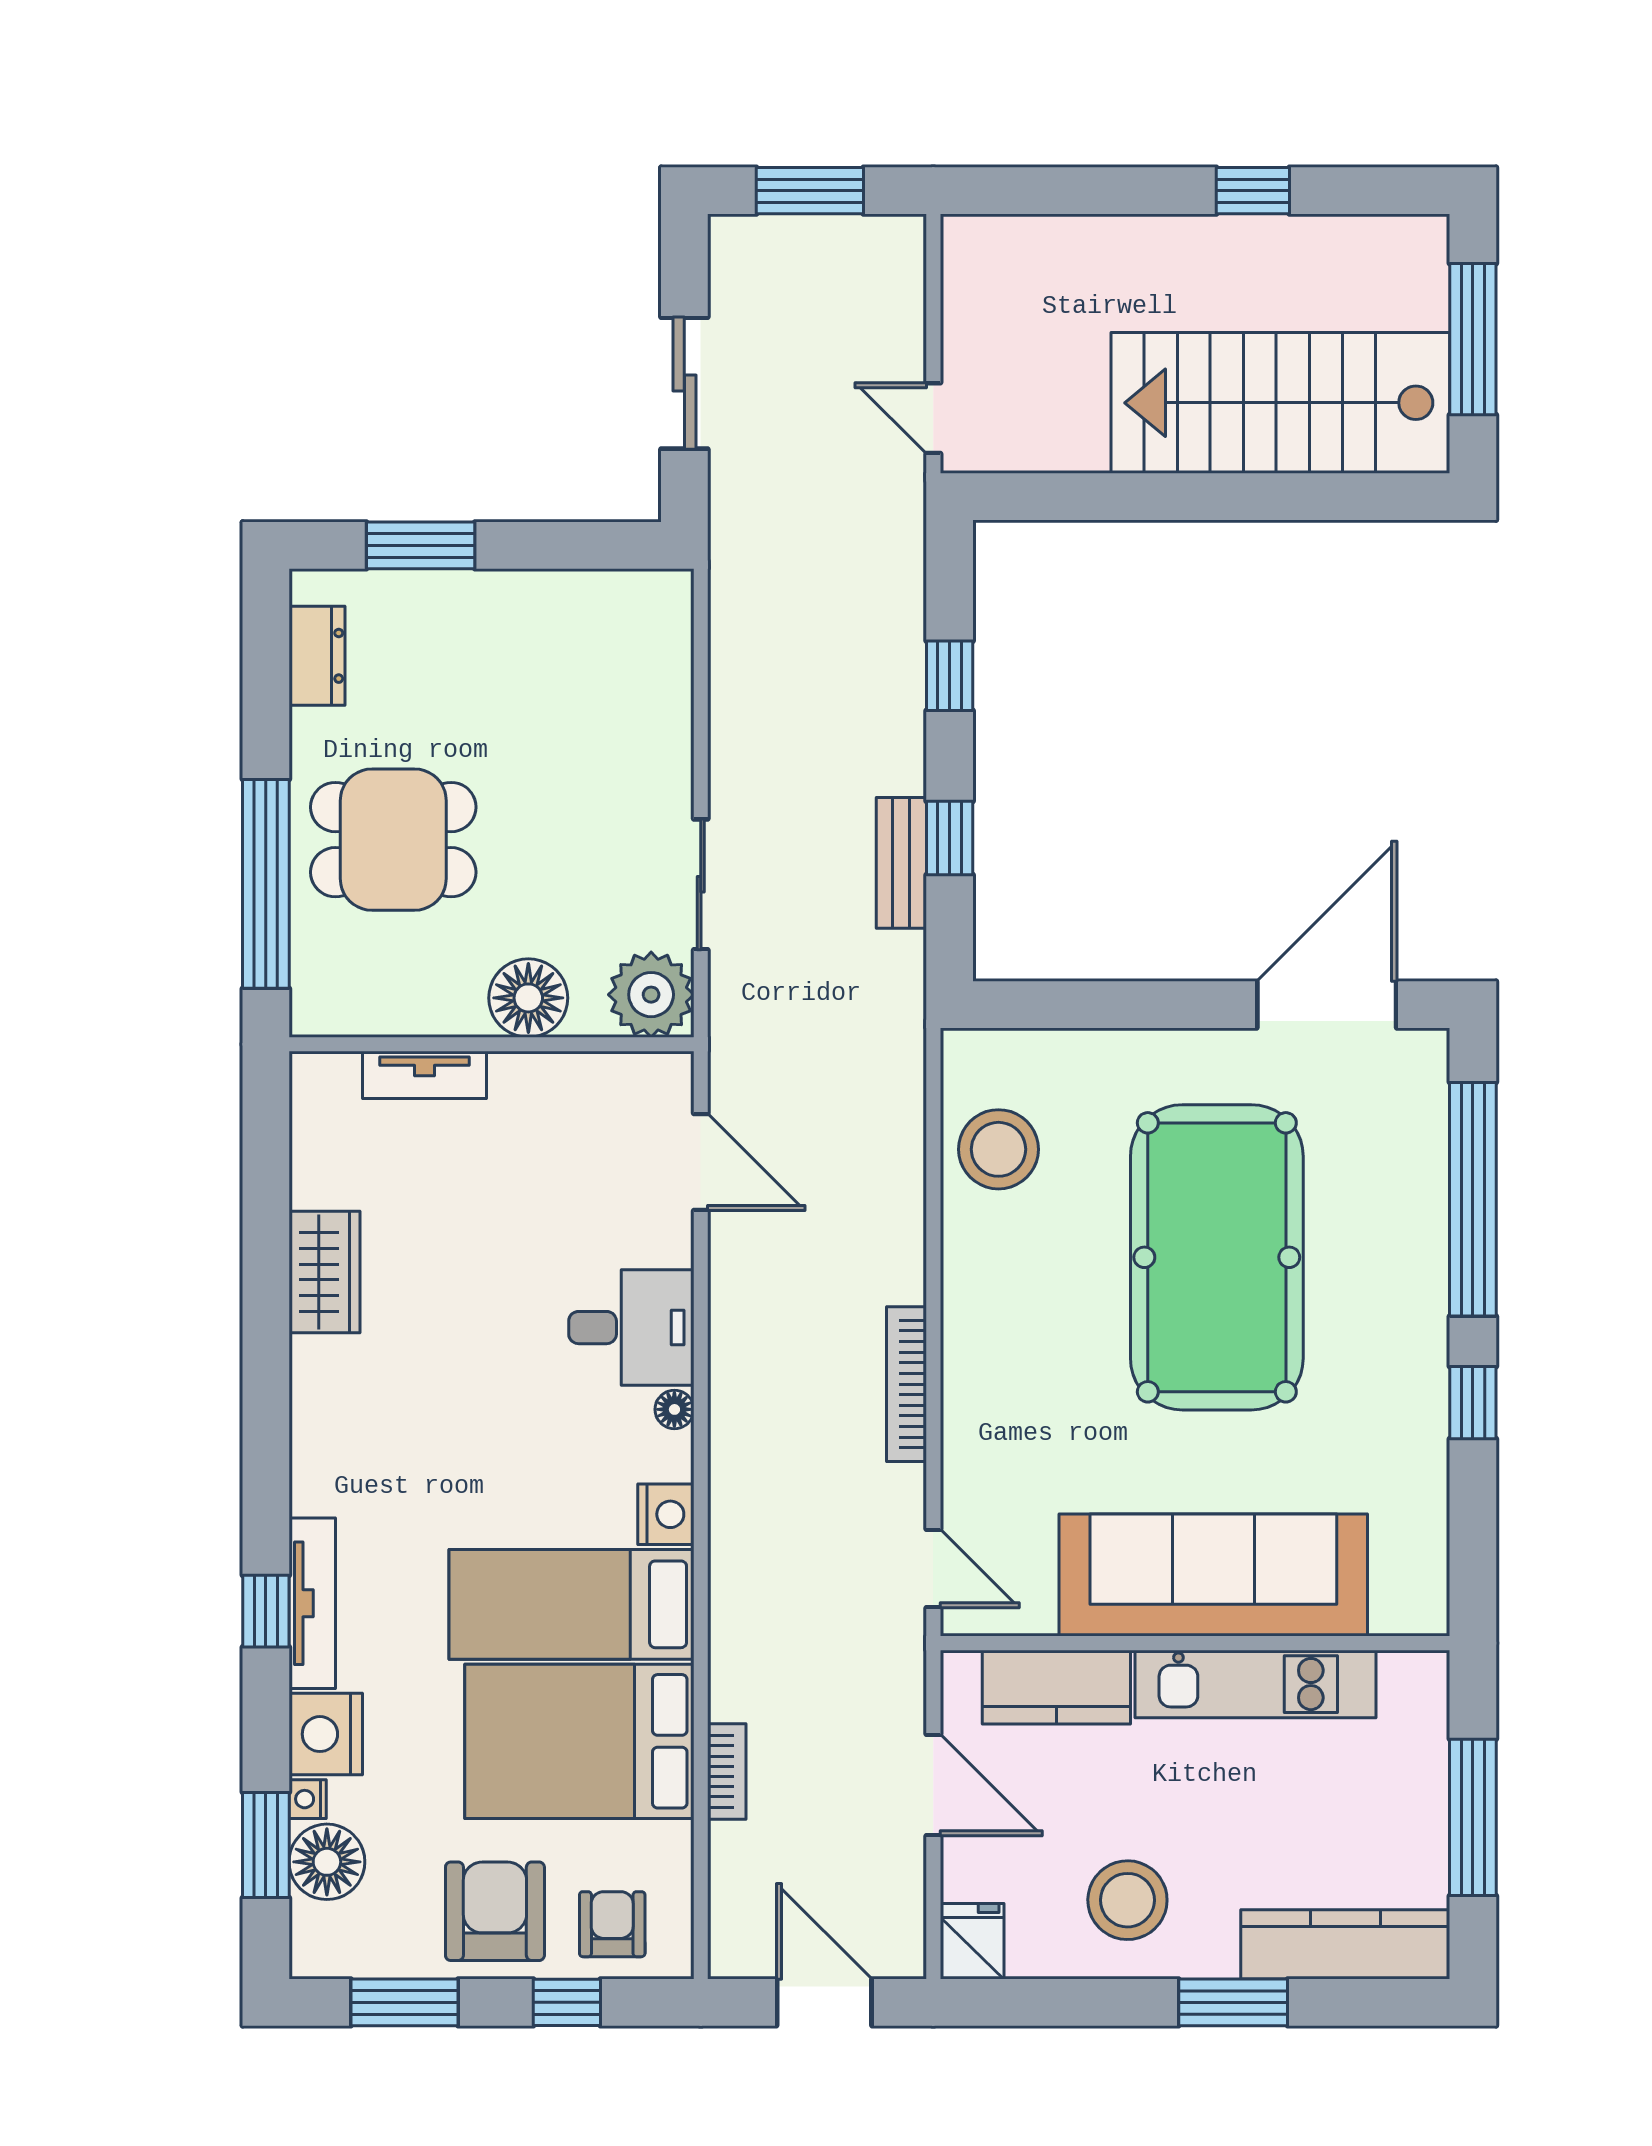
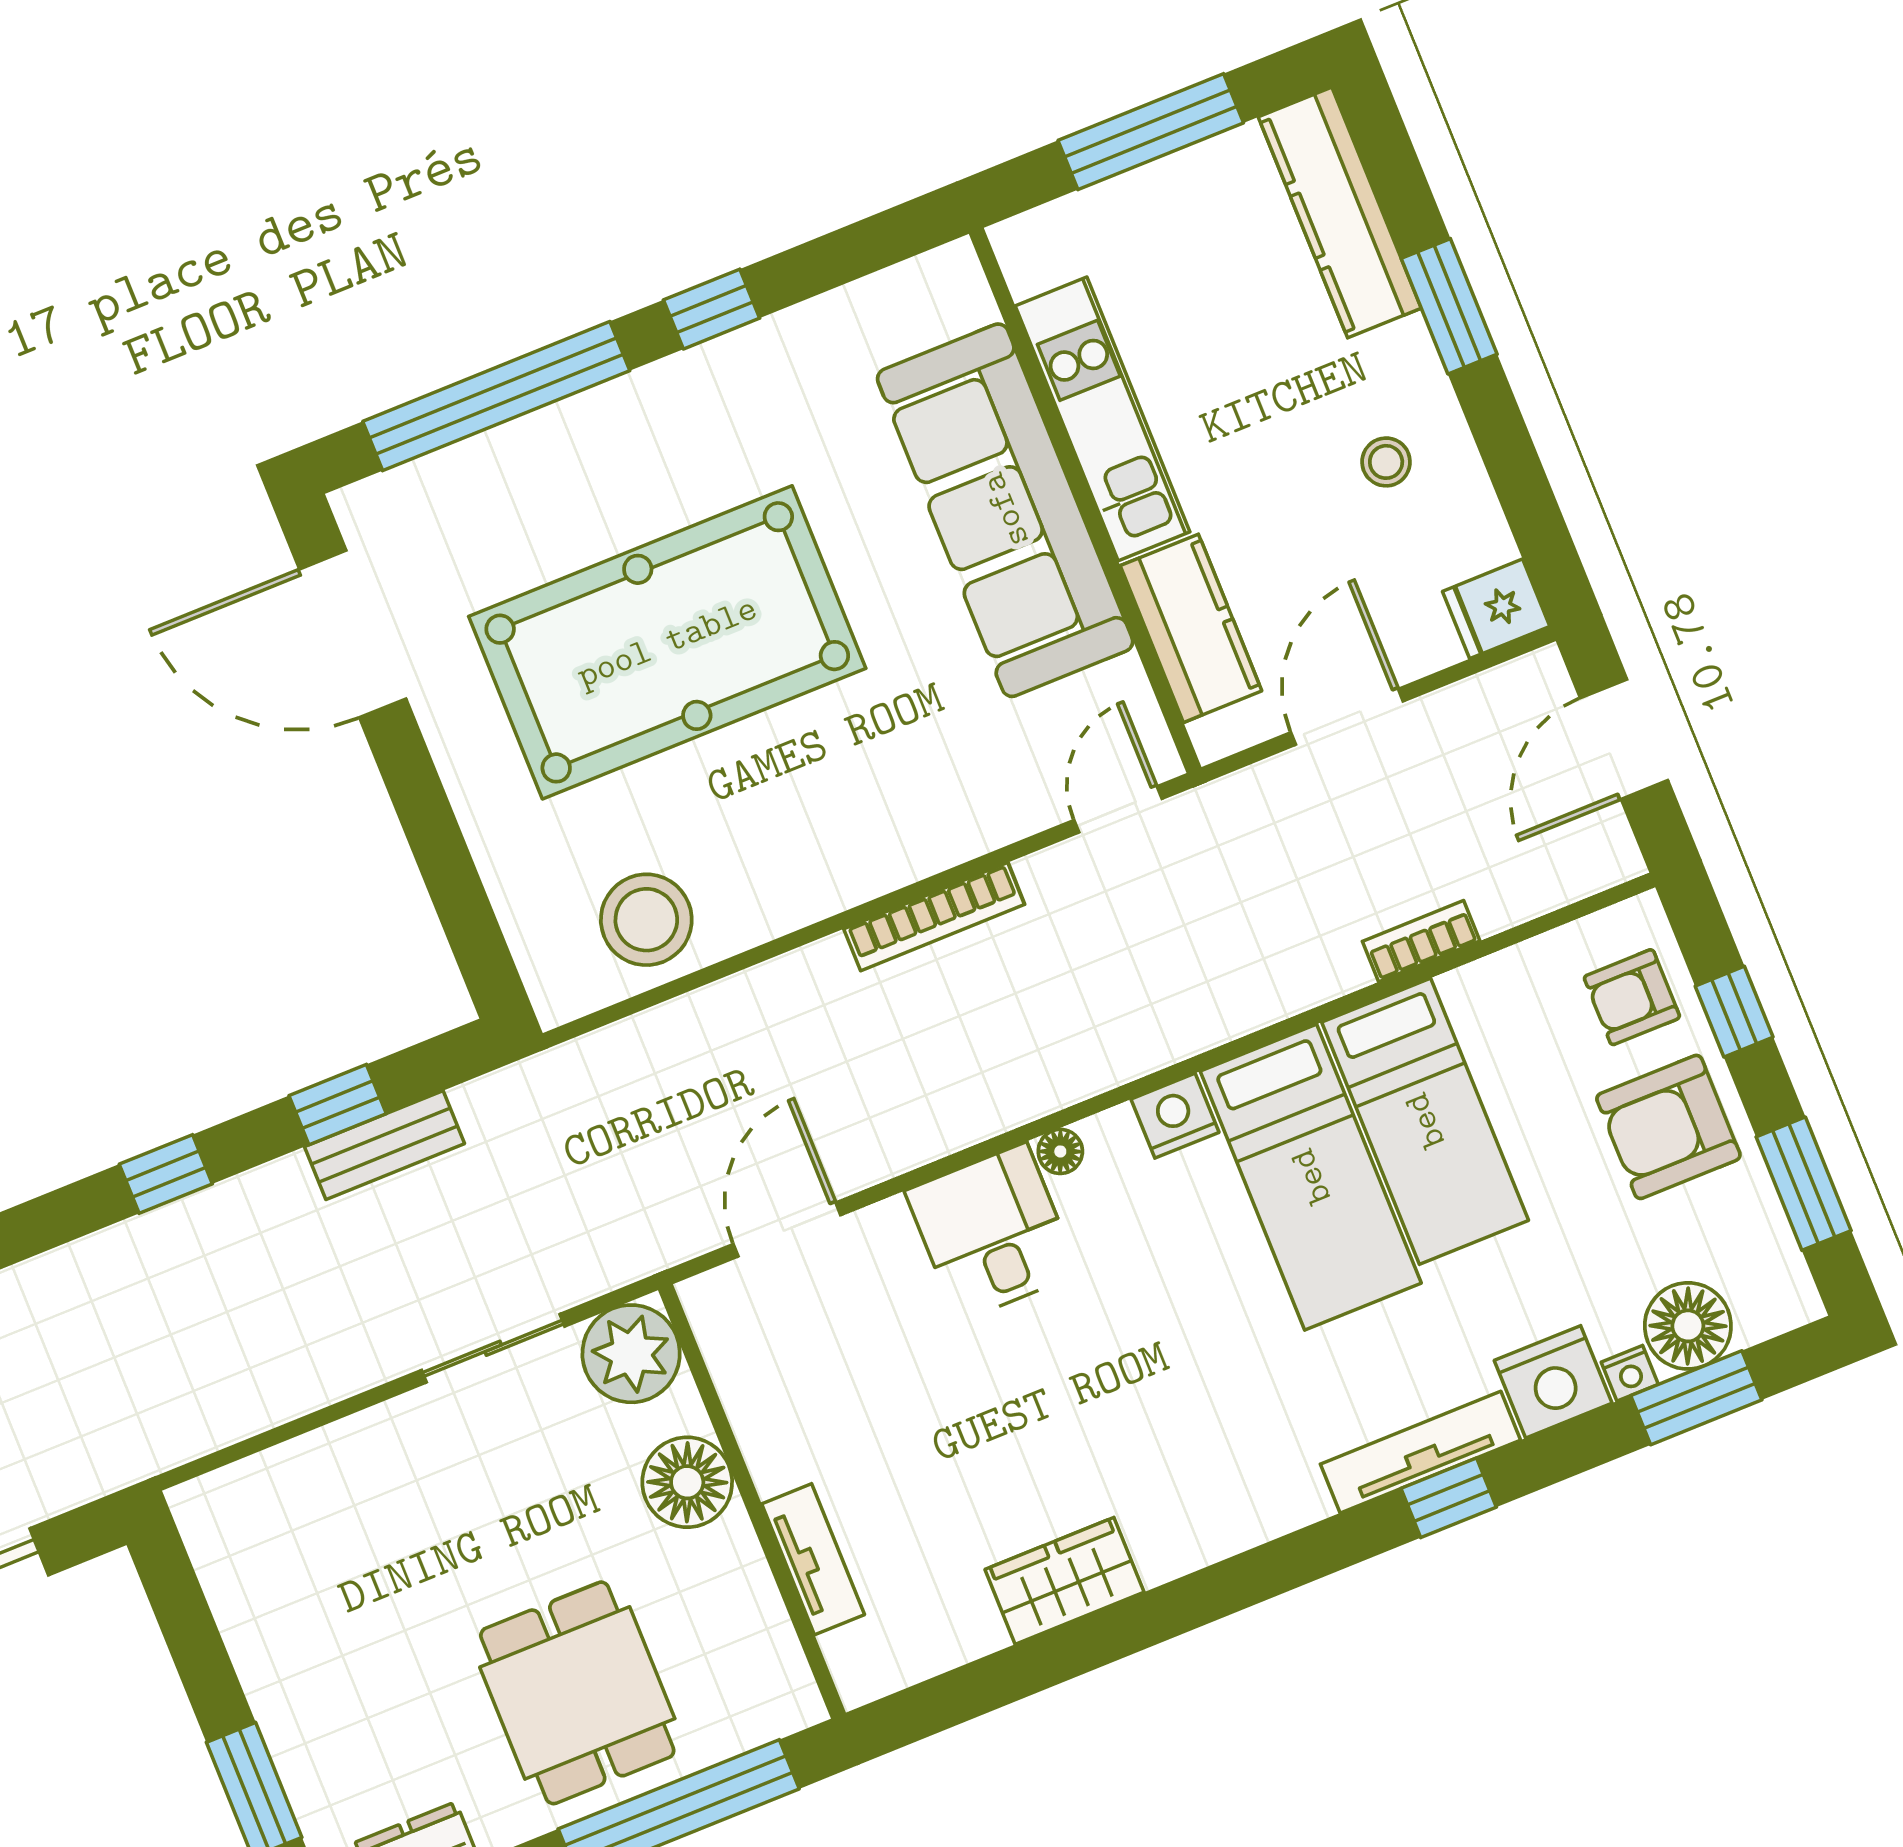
bed: (579, 1741) -> (1425, 1121), width x0.67
stool: (1127, 1900) -> (1386, 462), width x0.53, depth x0.53

